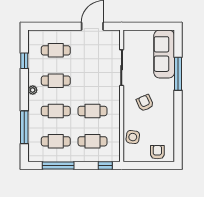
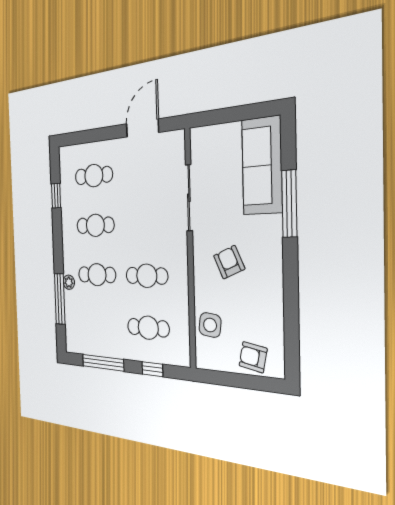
plant: (33, 90) -> (69, 282), moved
cafe table: (56, 141) -> (99, 324), removed
armchair: (157, 152) -> (253, 357), turned -79
window: (105, 165) -> (152, 369), moved

